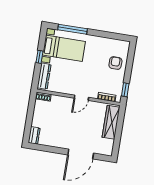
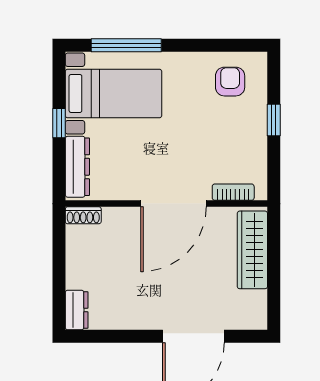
armchair: (115, 63) -> (230, 82), moved
window: (125, 90) -> (274, 120), moved
door: (81, 98) -> (174, 204), width x1.87

